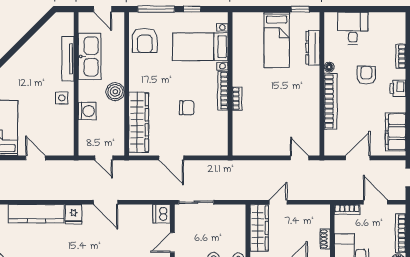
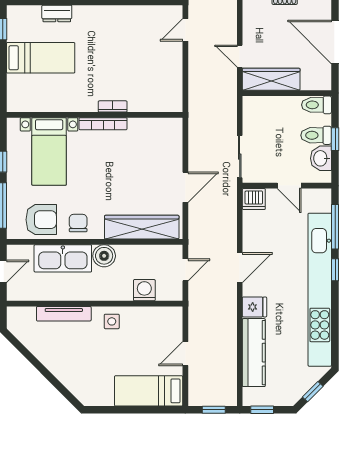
dresser: (313, 48) -> (57, 13), width x0.70
kitchen sink: (90, 56) -> (63, 258), moved, turned 180
chair: (187, 108) -> (78, 223), moved
washing machine: (87, 111) -> (144, 290), moved

